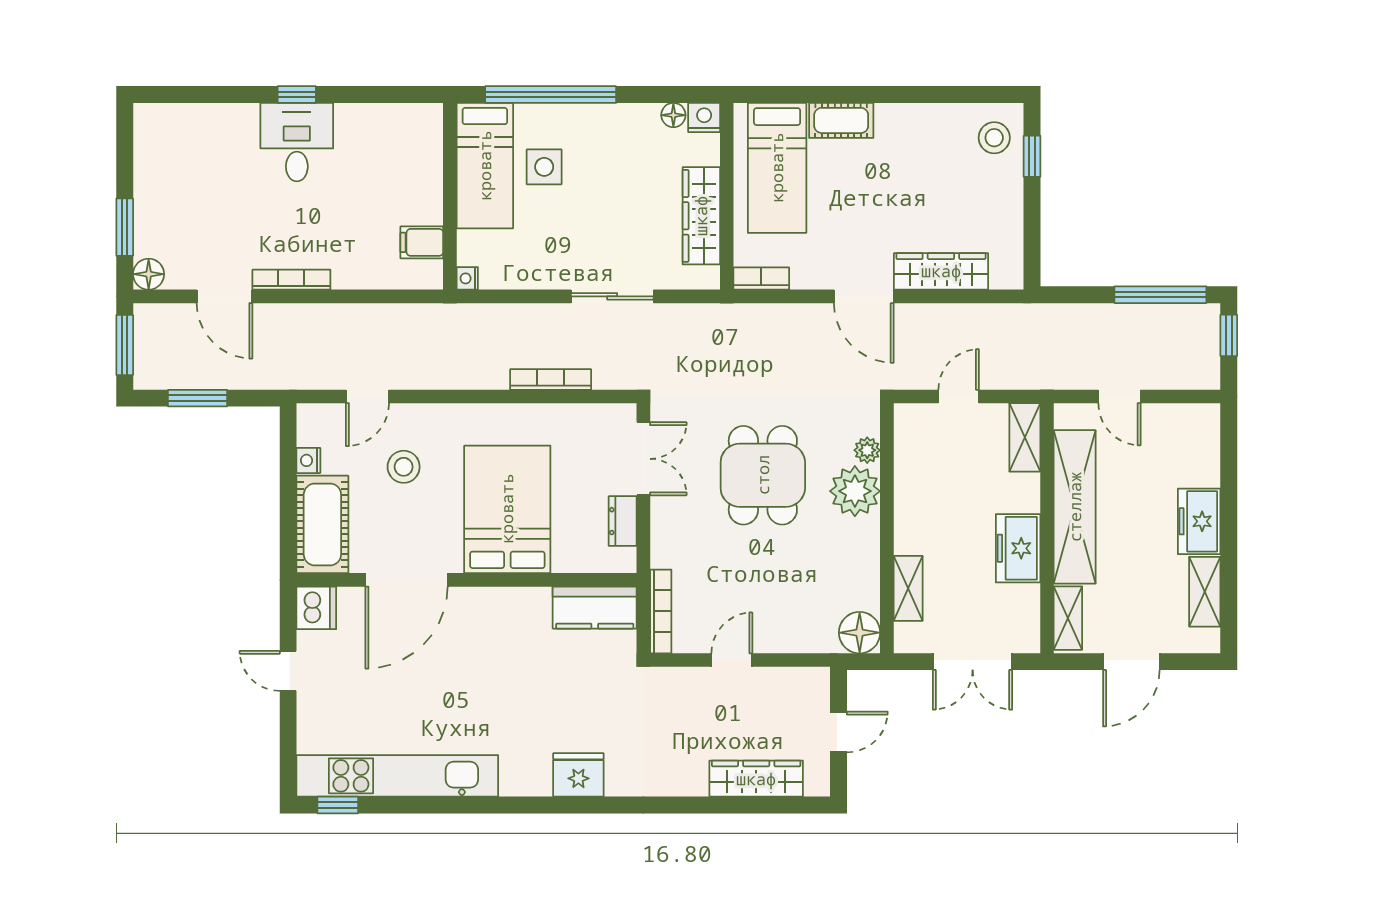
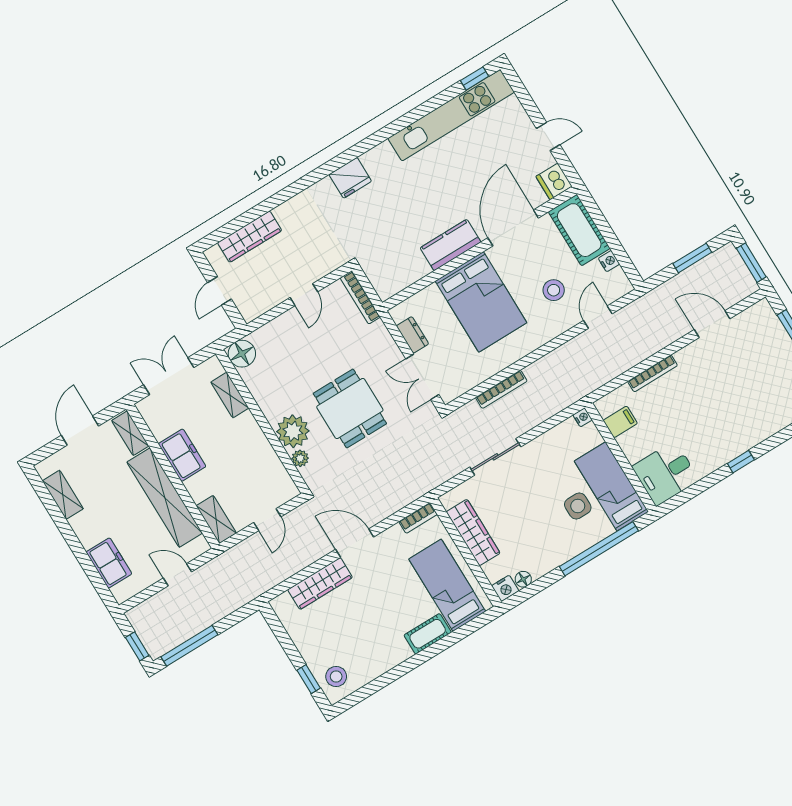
desk: (297, 142) -> (666, 473), moved, turned 90
floor lamp: (149, 274) -> (762, 310), removed
bookcase: (291, 280) -> (653, 373), moved
freezer: (1199, 521) -> (109, 563), moved
kitchen counter: (595, 608) -> (451, 245), moved

